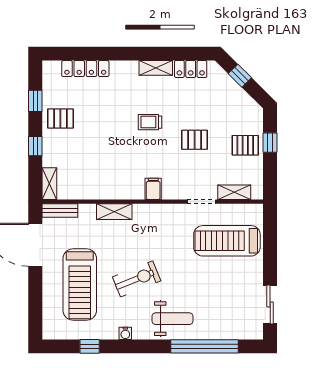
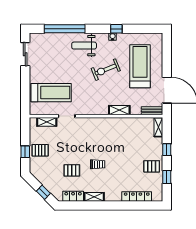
pallet: (195, 140) -> (72, 170), moved
filing cabinet: (153, 189) -> (96, 124), removed
window: (90, 346) -> (116, 29), moved

